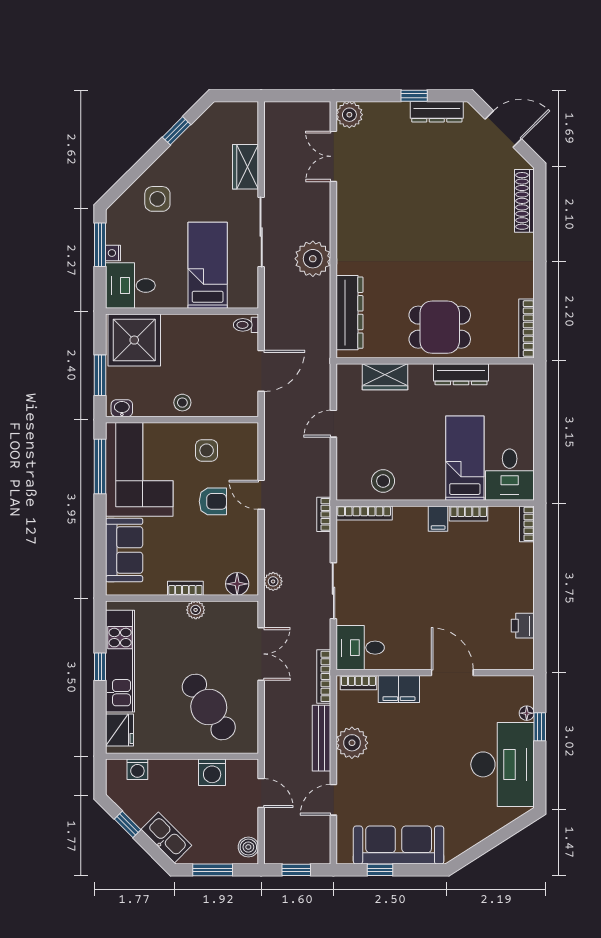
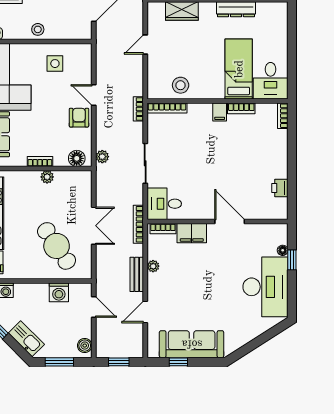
armchair: (213, 501) -> (79, 118), moved, turned -90
double door: (261, 654) -> (94, 226), moved
bench: (322, 738) -> (137, 274), width x0.73
plant: (352, 743) -> (153, 266), width x0.53, depth x0.53

